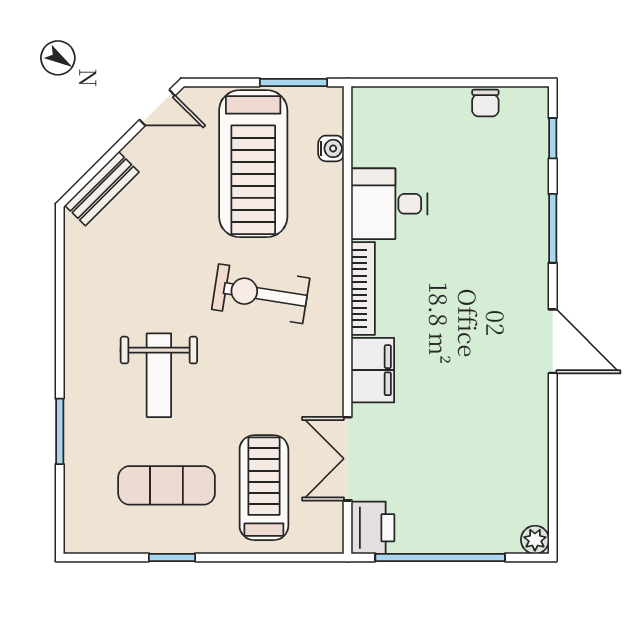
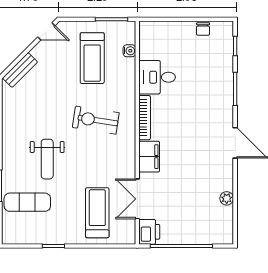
treadmill: (253, 164) -> (92, 58), width x0.73, depth x0.73
exercise mat: (167, 485) -> (27, 202), moved
plant: (535, 540) -> (227, 198), moved

